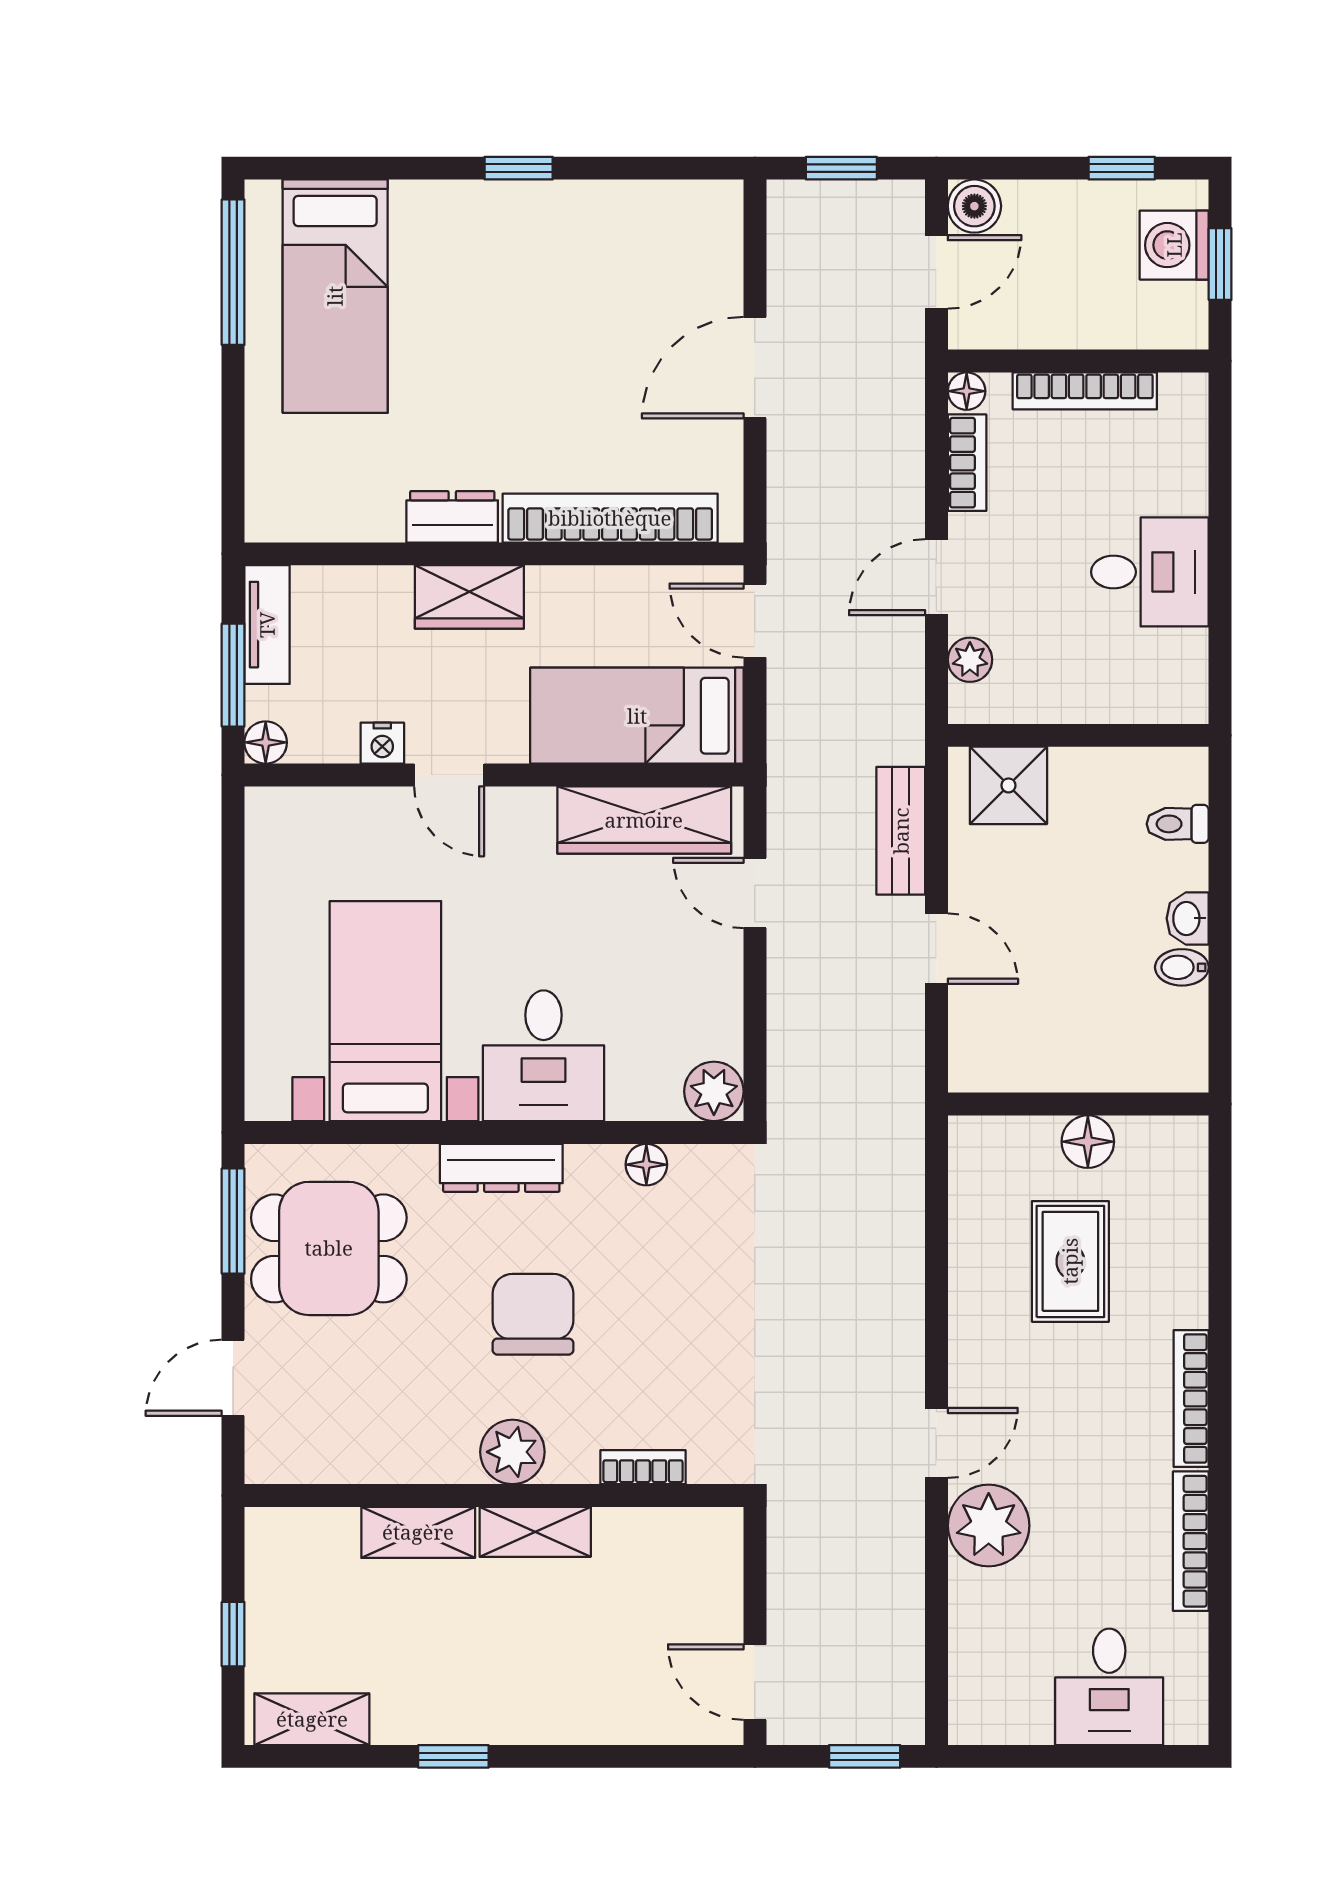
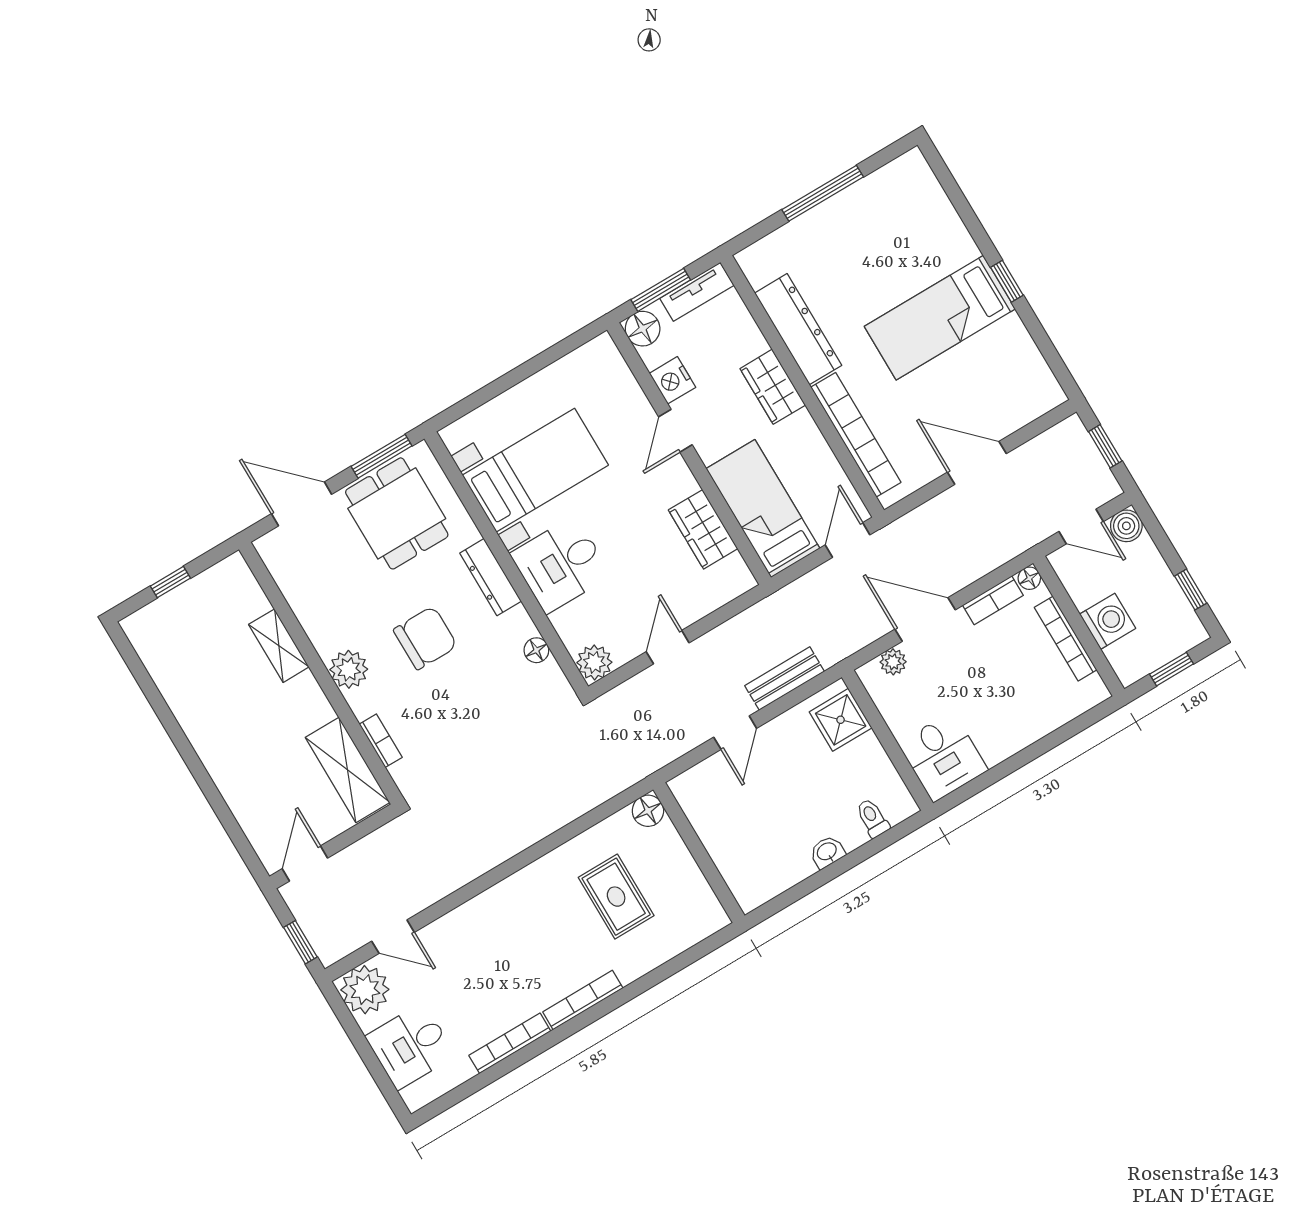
washing machine: (1174, 245) -> (1108, 621), moved, turned 90
window: (233, 272) -> (823, 193), moved
bed: (335, 296) -> (940, 318), moved
dresser: (452, 517) -> (798, 329), width x1.96, depth x1.24
desk: (1150, 572) -> (943, 757), moved
door: (936, 577) -> (925, 620), width x1.38
floor lamp: (266, 742) -> (643, 329), width x1.37, depth x1.37
nightstand: (382, 743) -> (672, 380), width x1.39, depth x1.35
wardrobe: (644, 820) -> (703, 529), width x0.67
door: (755, 893) -> (668, 647), moved
bidet: (1182, 967) -> (800, 864), removed
floor lamp: (1088, 1142) -> (648, 811), moved
rug: (1070, 1261) -> (616, 897), turned 90
door: (233, 1378) -> (301, 504), width x1.38
door: (936, 1443) -> (393, 937), moved
plant: (989, 1526) -> (365, 990), moved
shelving: (535, 1532) -> (348, 770), moved, width x1.50, depth x1.33
shelving: (312, 1719) -> (151, 648), removed
window: (453, 1756) -> (175, 732), removed

